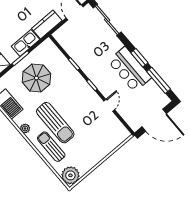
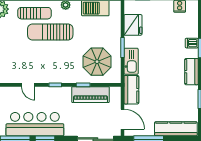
piano: (77, 52) -> (91, 95), added
bar counter: (130, 69) -> (35, 124), width x1.36
parasol: (36, 78) -> (97, 62), moved

